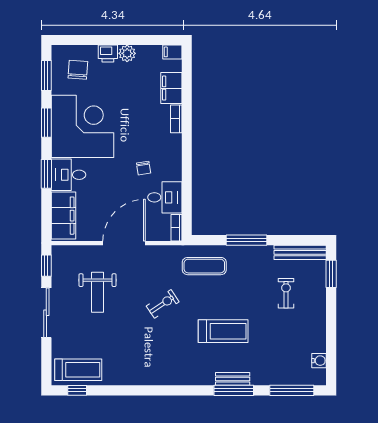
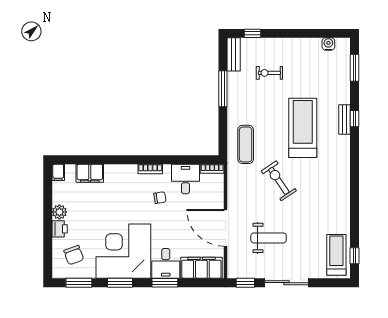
chair: (78, 70) -> (74, 255), turned -114
bookcase: (176, 119) -> (150, 169), moved
window: (246, 240) -> (223, 89), moved
door: (124, 243) -> (226, 228), moved
bench: (300, 252) -> (234, 54), width x0.73
window: (331, 274) -> (253, 33), width x0.67
exercise bike: (163, 304) -> (279, 181), width x1.38, depth x1.39
treadmill: (223, 331) -> (303, 128), width x1.37, depth x1.38
window: (234, 390) -> (354, 119), width x0.46
window: (292, 390) -> (354, 68), width x0.69

